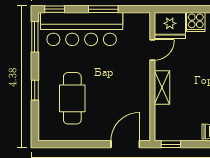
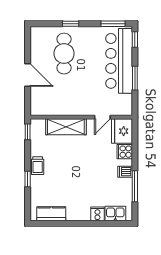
door: (152, 50) -> (102, 117), hinge flipped
shelving: (162, 87) -> (66, 127), width x1.50, depth x1.33
cafe table: (72, 98) -> (64, 54), turned 90
door: (125, 144) -> (28, 75), moved

